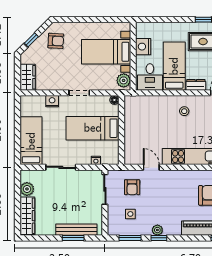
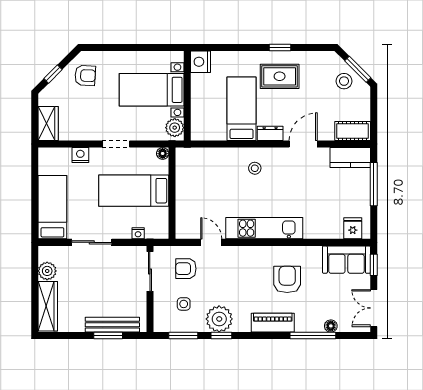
nightstand: (143, 47) -> (200, 62), moved
desk: (150, 77) -> (209, 123), removed
armchair: (132, 187) -> (186, 269), turned 90
plant: (157, 230) -> (219, 319), width x1.87, depth x1.87

